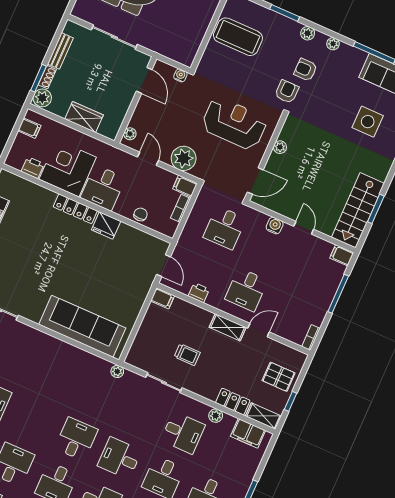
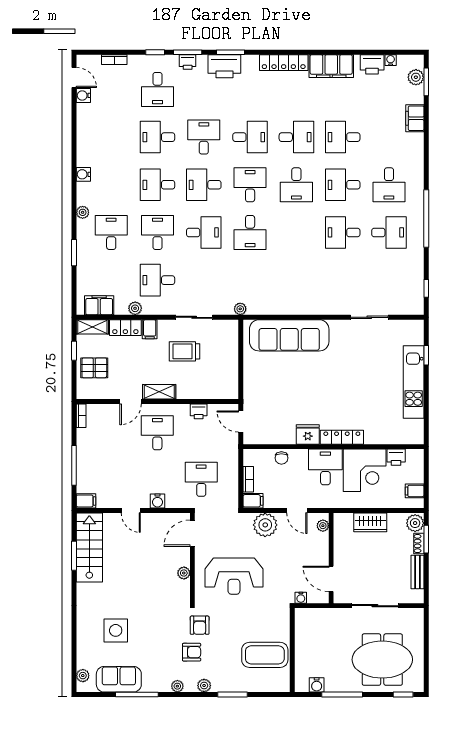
filing cabinet: (163, 298) -> (150, 329), moved, turned -90
trolley: (187, 355) -> (185, 351), width x1.36, depth x1.39

